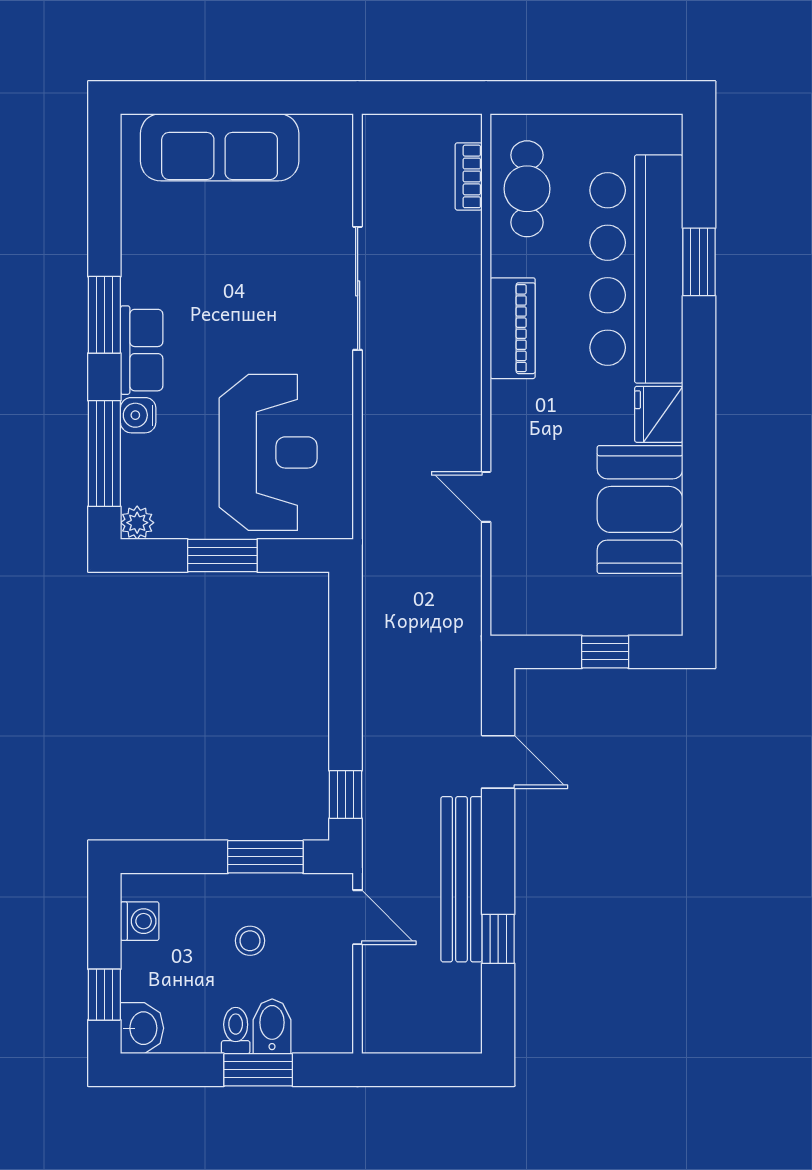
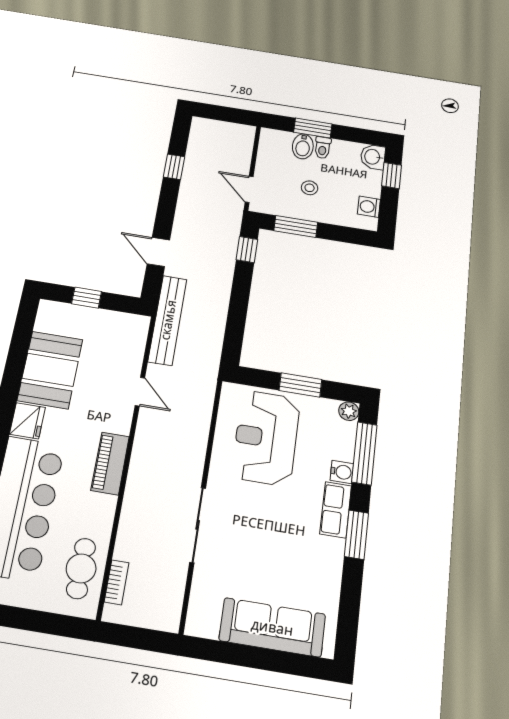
piano: (513, 328) -> (110, 463), moved
bench: (461, 879) -> (168, 320), moved

